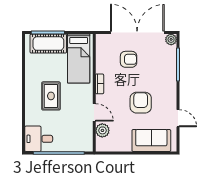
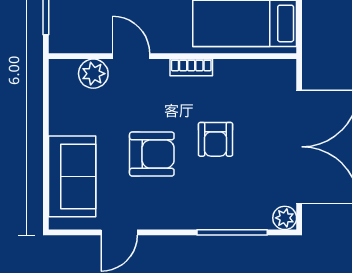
armchair: (129, 59) -> (216, 139), moved
door: (94, 112) -> (131, 56), swing flipped

